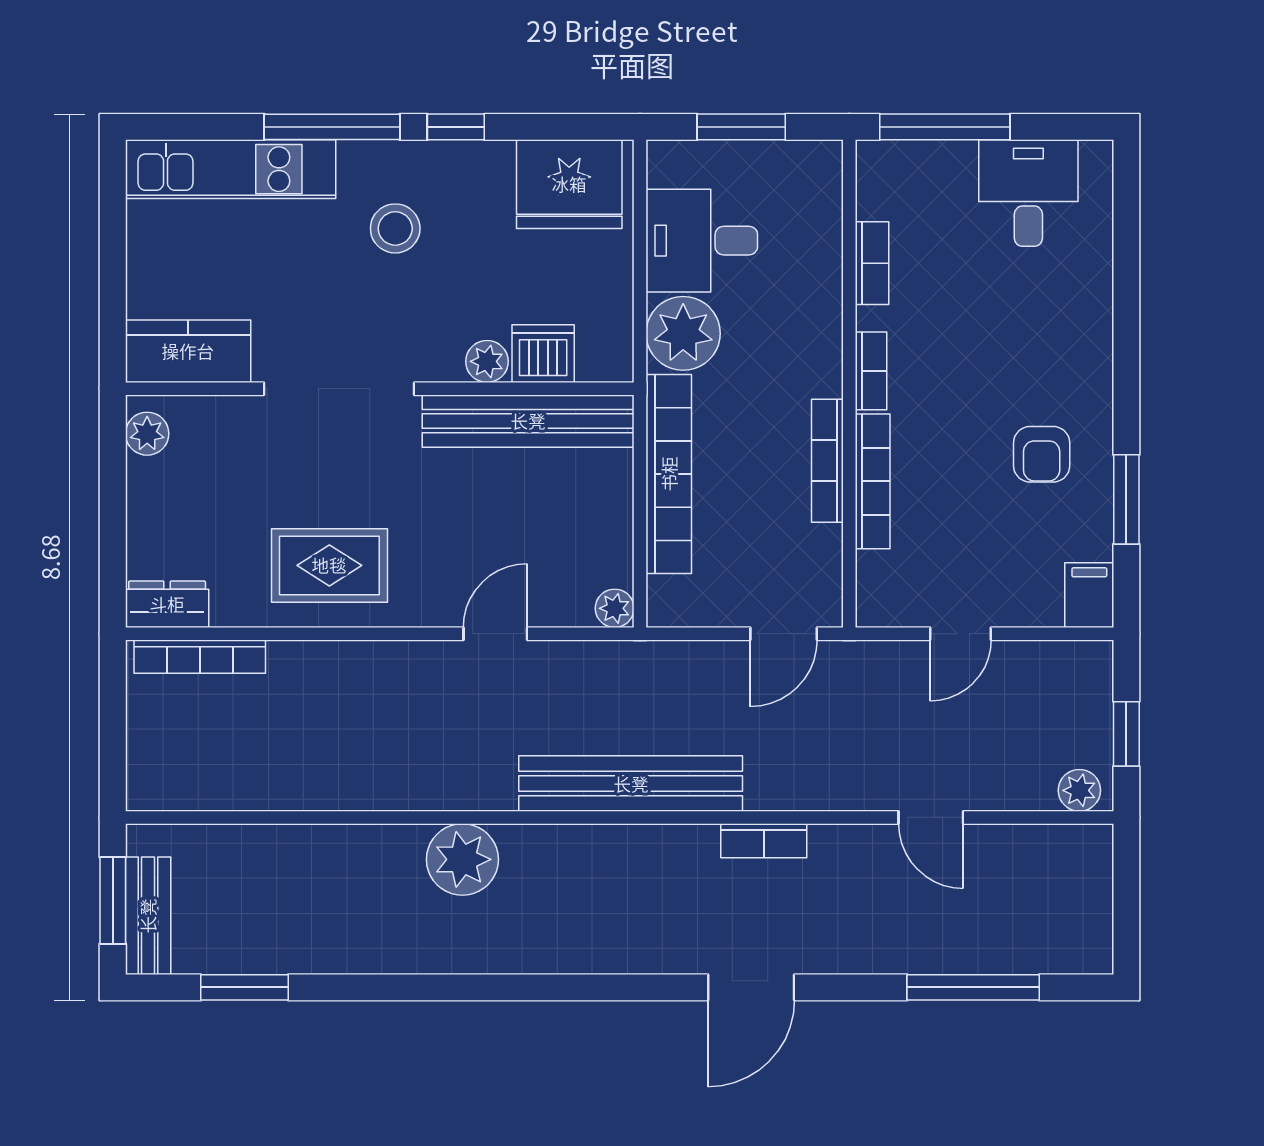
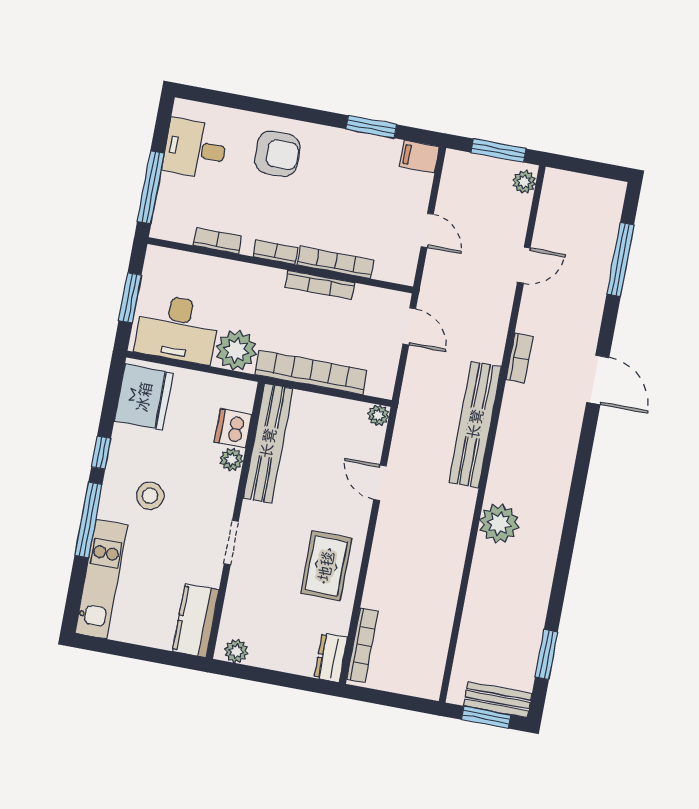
desk: (702, 241) -> (177, 329), width x1.37
doorway: (339, 389) -> (231, 543), width x0.53
armchair: (1042, 454) -> (277, 154), moved, width x1.38, depth x1.38
window: (1126, 734) -> (498, 151), width x1.50

